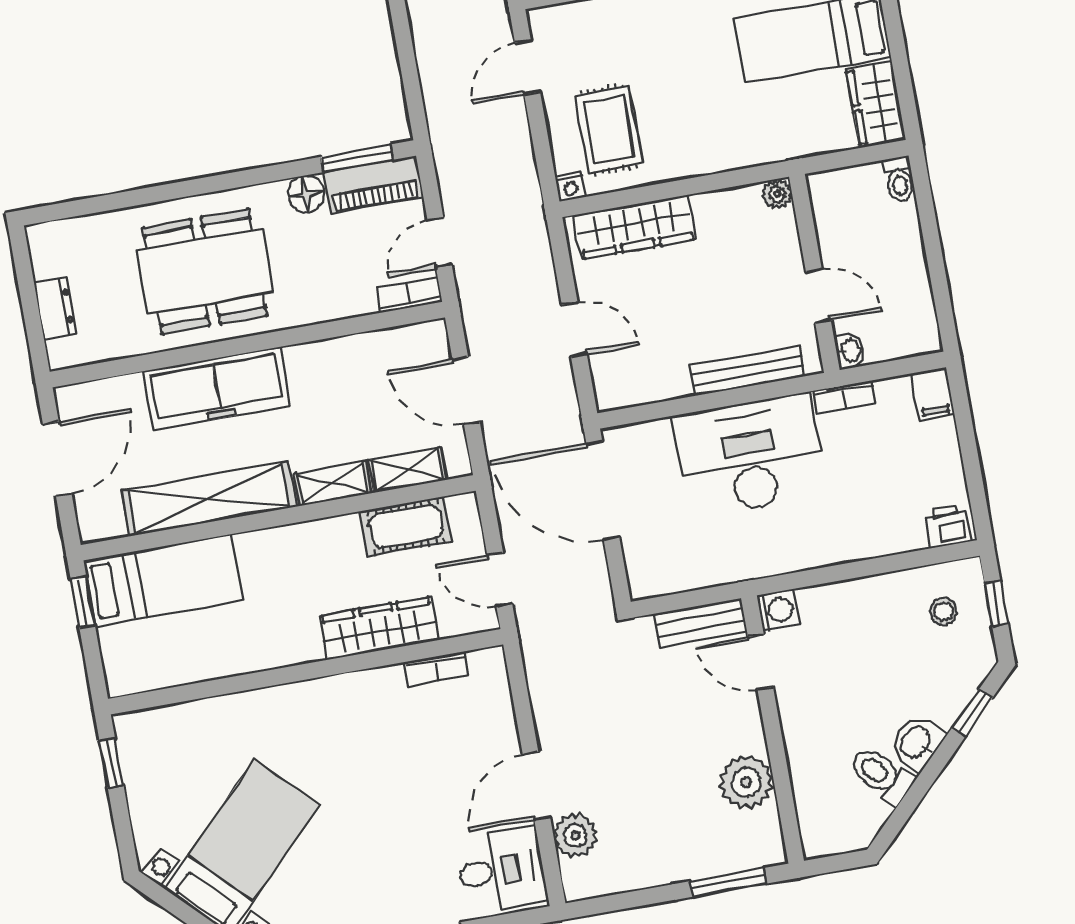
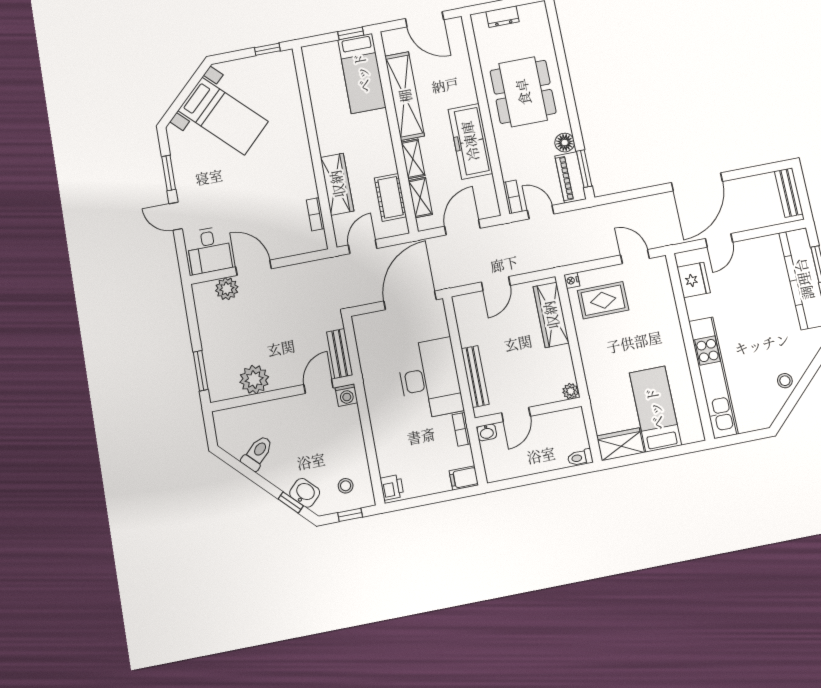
freezer: (217, 388) -> (470, 141), moved
washbasin: (917, 743) -> (305, 493), moved

